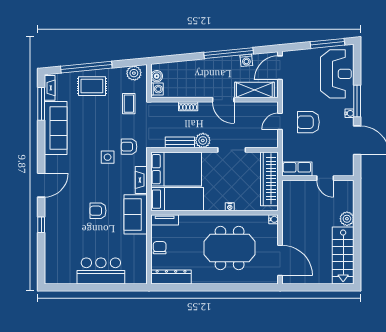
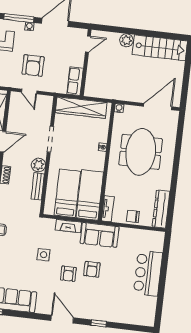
armchair: (129, 147) -> (68, 274), moved
bed: (176, 169) -> (67, 193), width x0.67
door: (325, 178) -> (88, 44), moved

